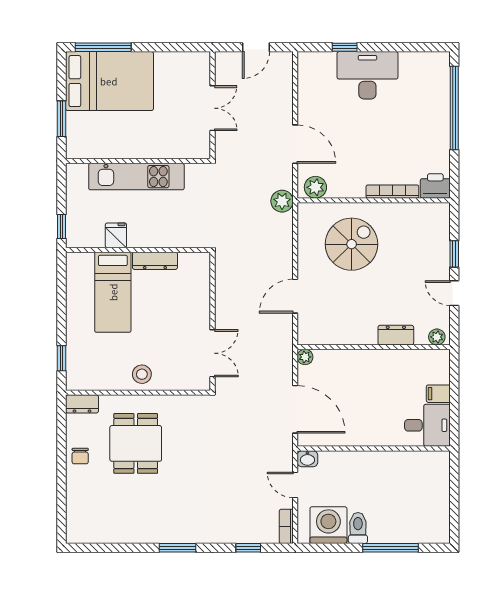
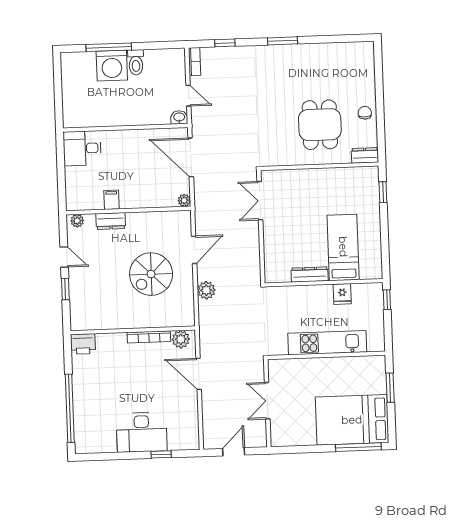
bookcase: (392, 192) -> (149, 337), moved
plant: (282, 201) -> (206, 290), moved
spiral stairs: (352, 244) -> (151, 274), moved
stool: (142, 374) -> (317, 181), removed
filing cabinet: (438, 394) -> (111, 200), moved, turned -90
washing machine: (328, 525) -> (112, 66), moved

